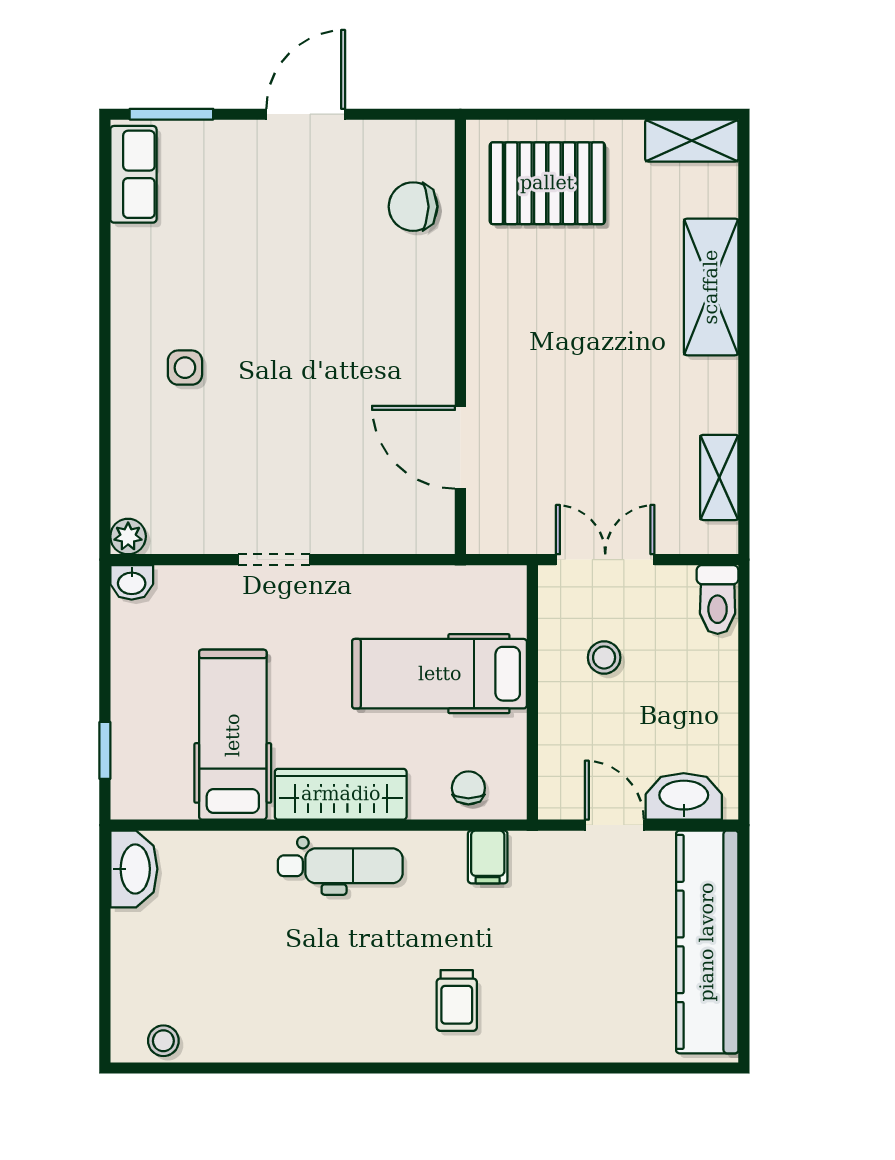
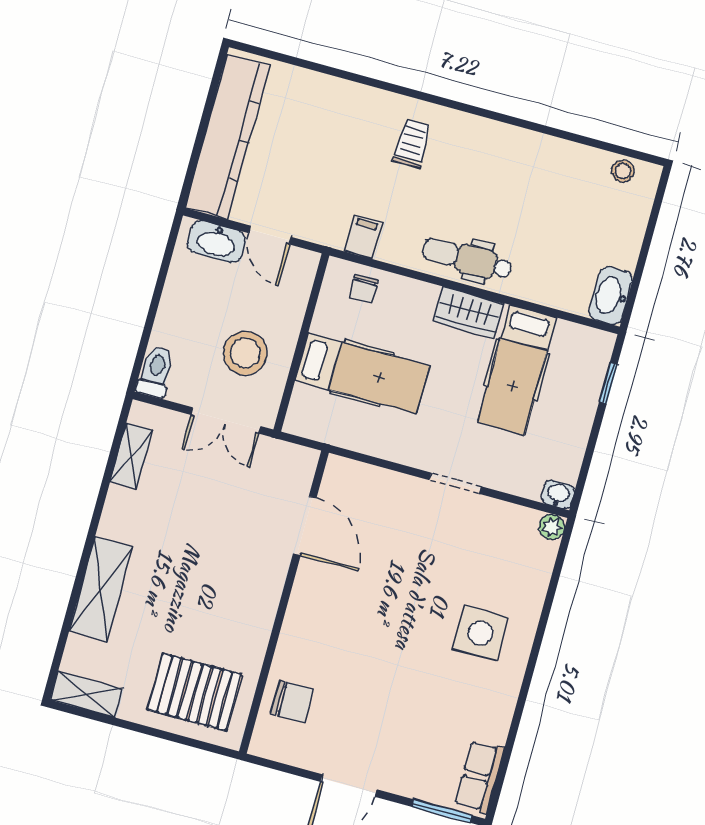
side table: (185, 368) -> (480, 633), width x1.87, depth x1.87
stool: (604, 657) -> (245, 353), width x1.89, depth x1.89
wardrobe: (341, 794) -> (469, 312), width x0.67

